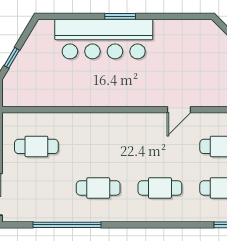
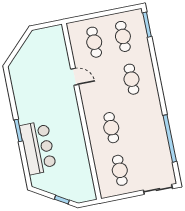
bar counter: (104, 39) -> (38, 148), width x0.73
cafe table: (98, 188) -> (111, 128), moved

